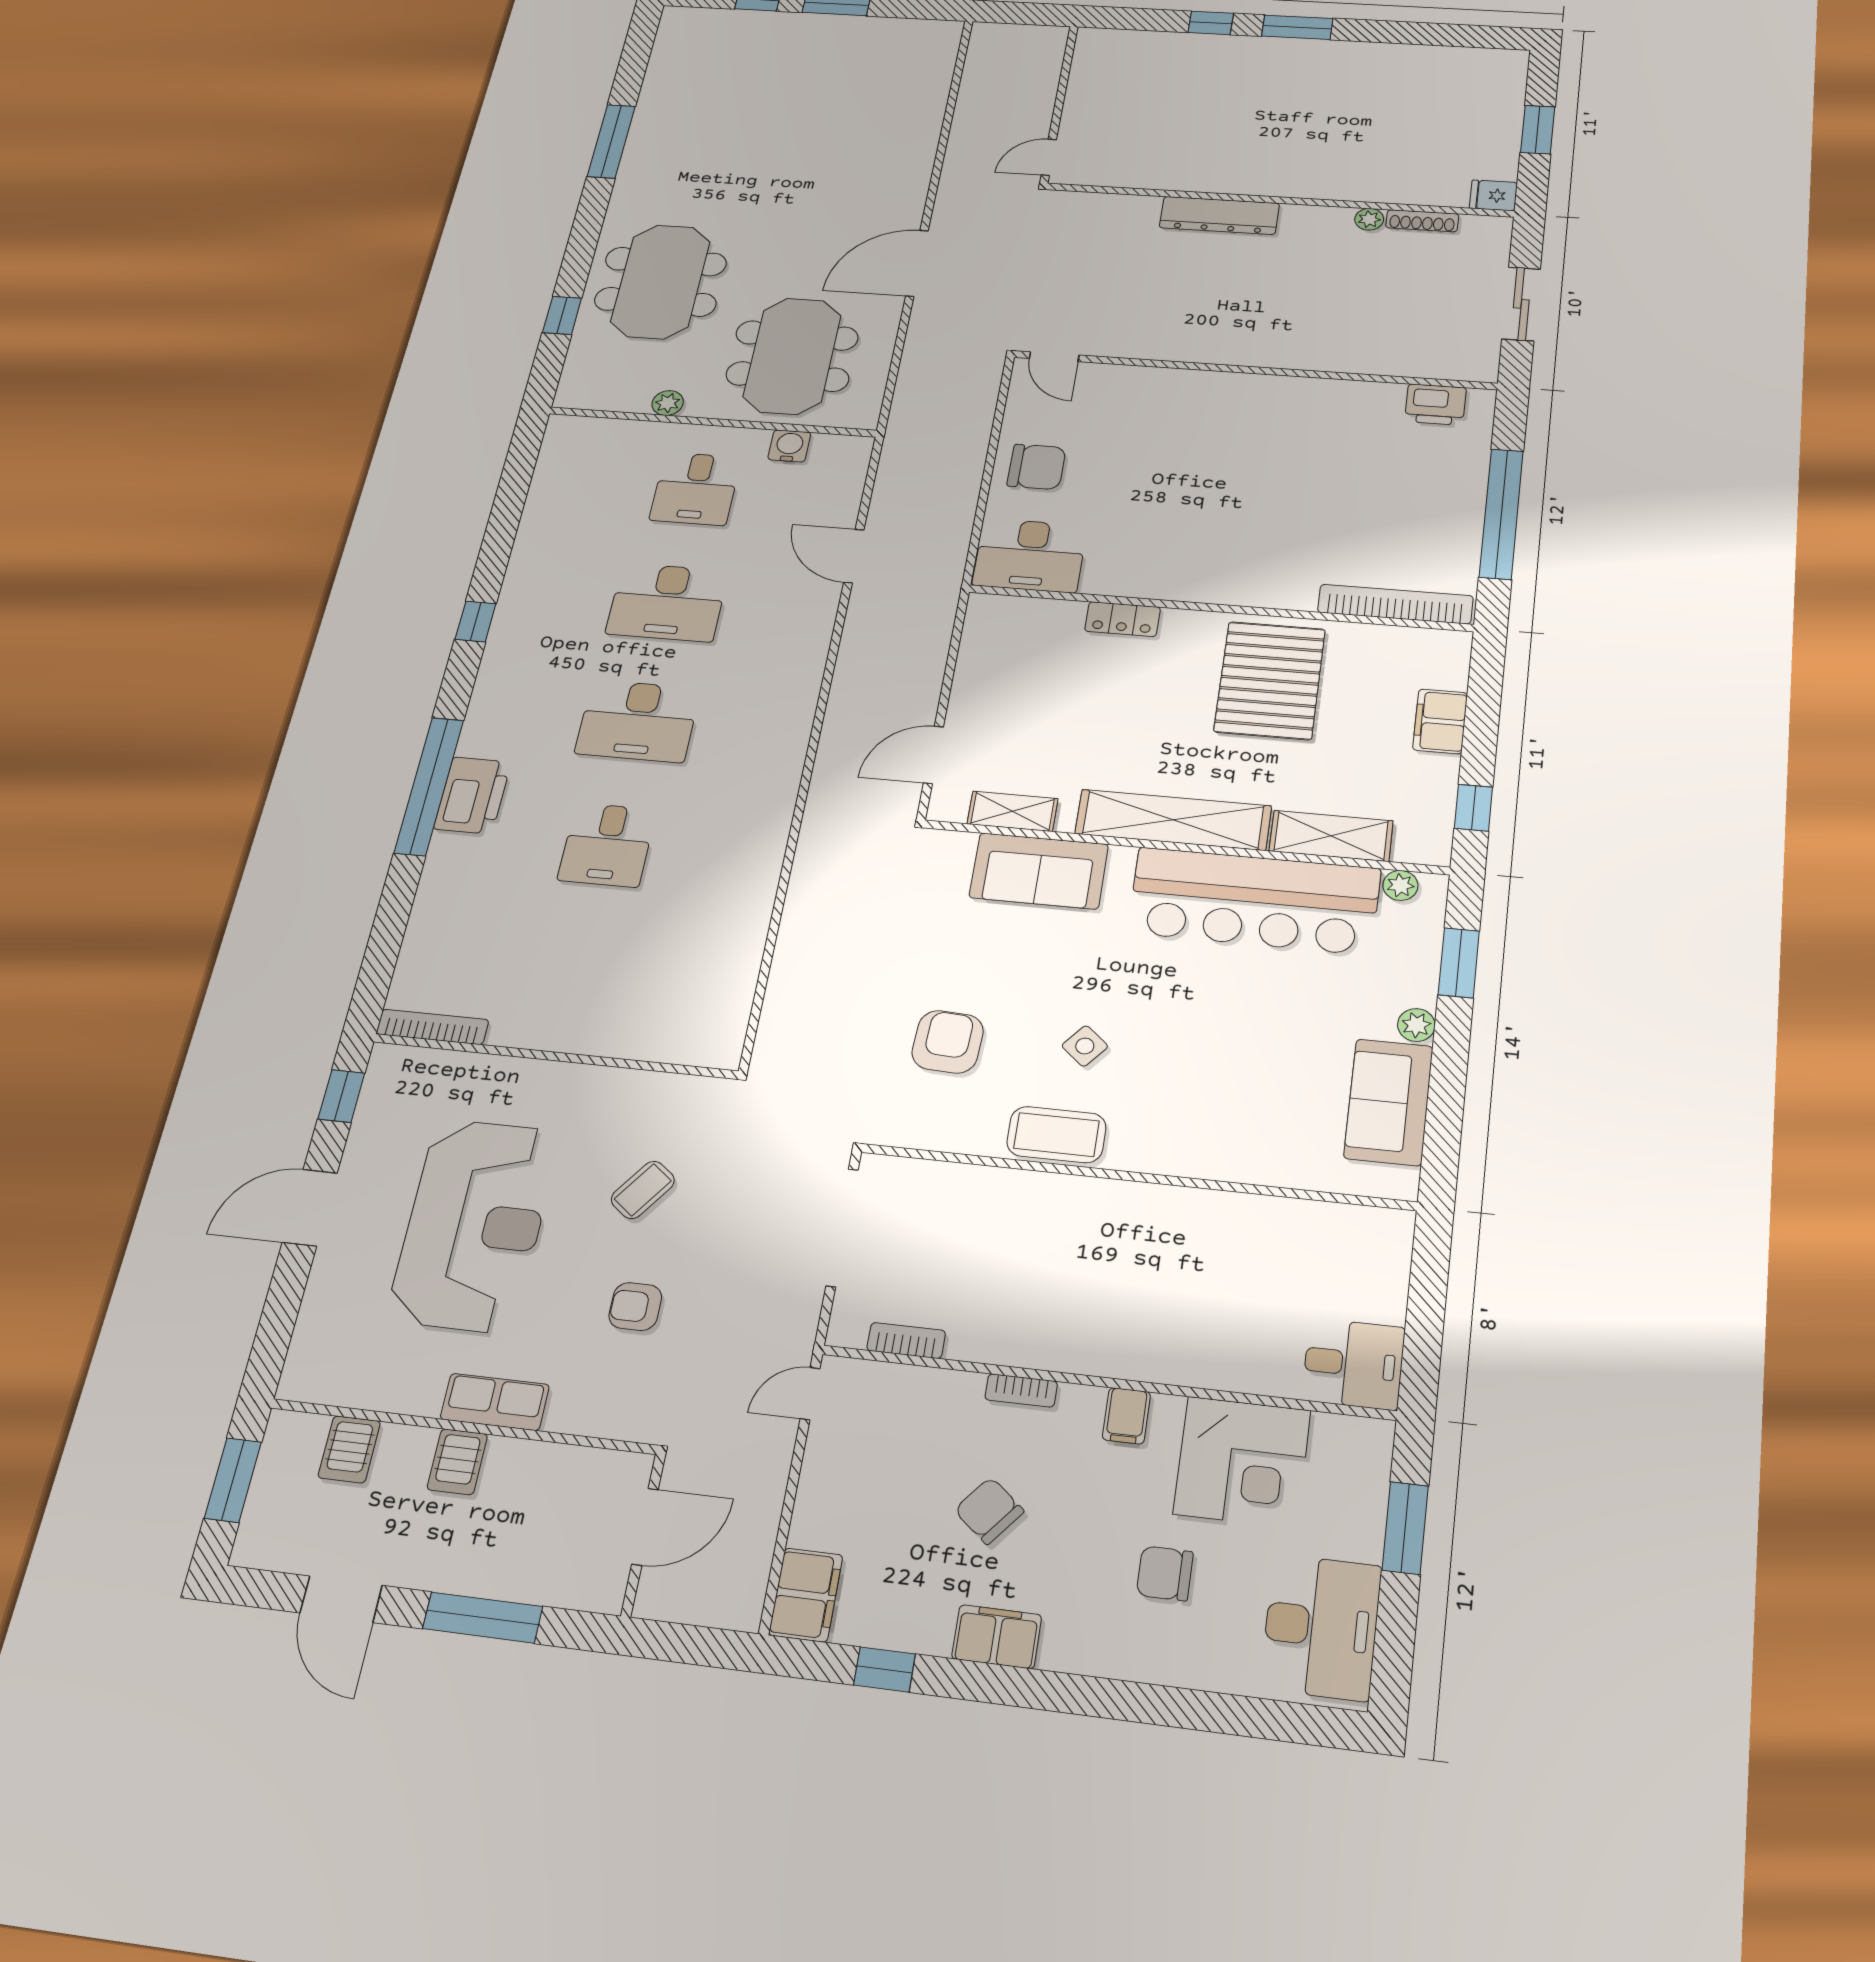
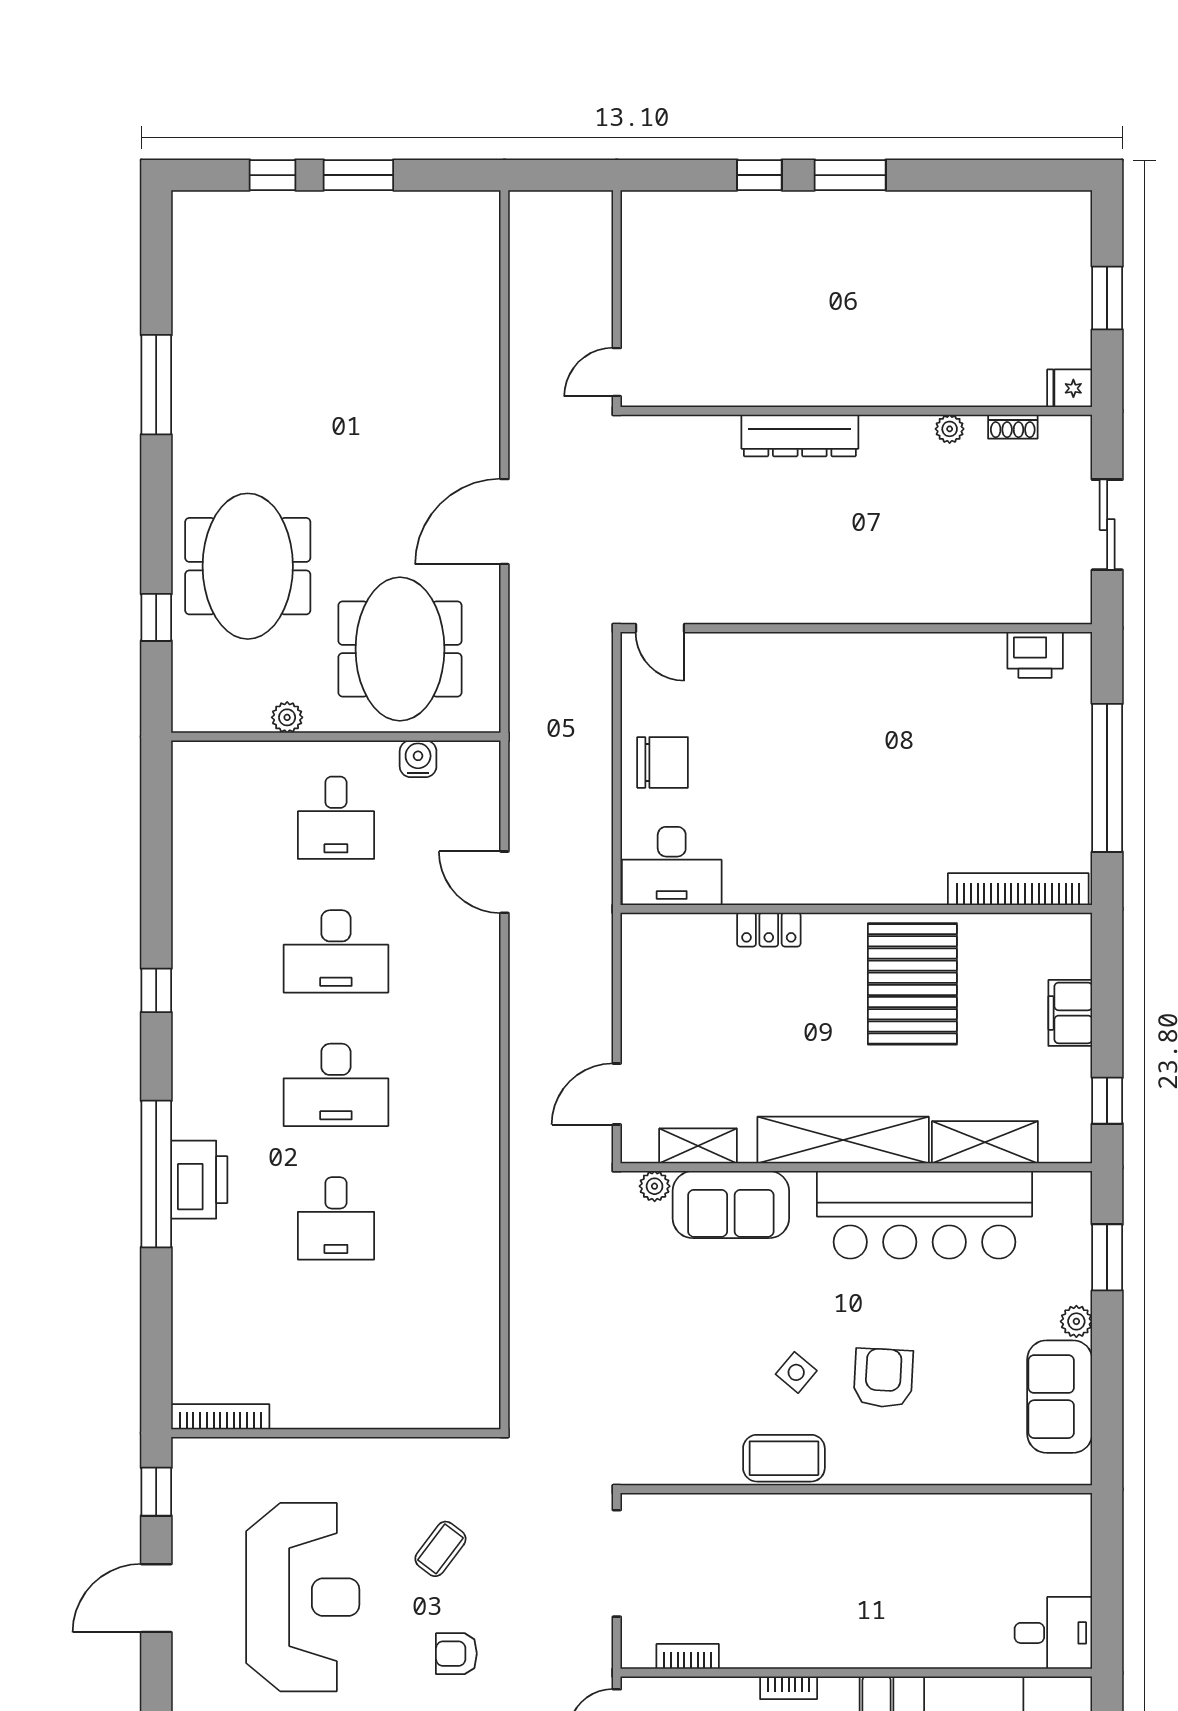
shoe rack: (1422, 221) -> (1013, 427), width x0.70
plant: (1400, 885) -> (655, 1186), moved
armchair: (948, 1042) -> (883, 1378), moved

